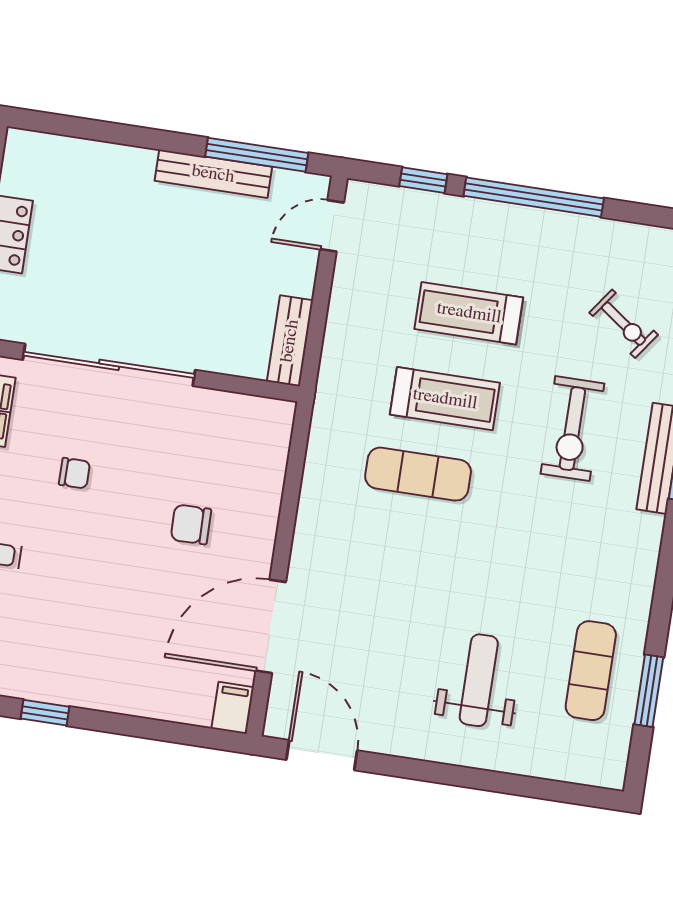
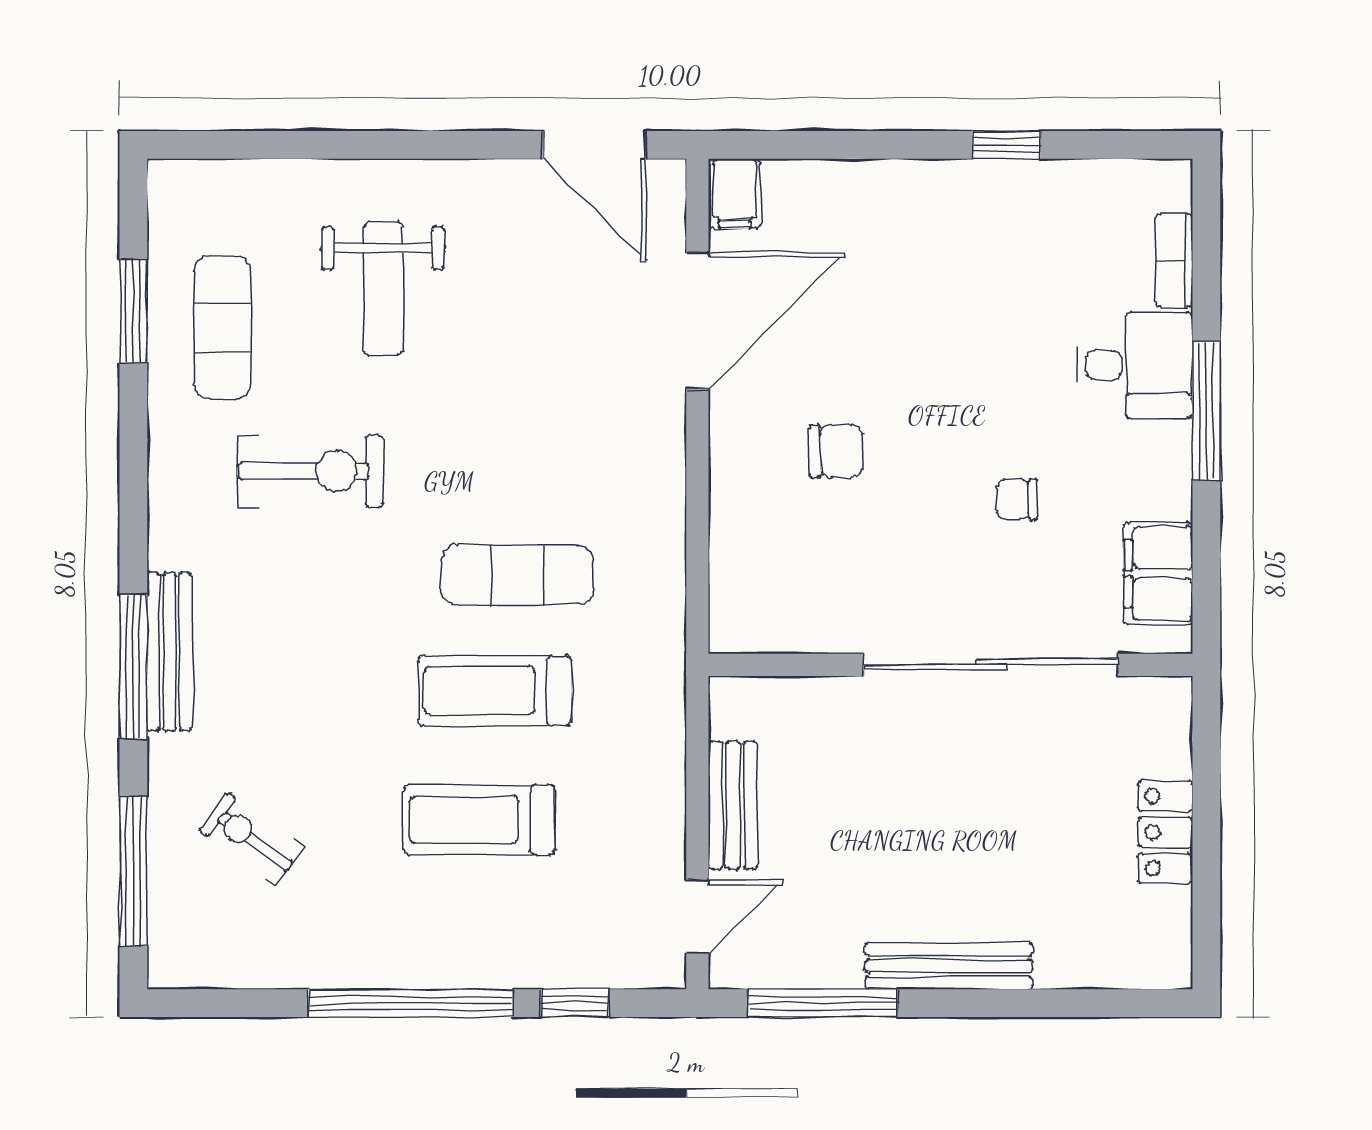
bench: (213, 174) -> (949, 966), moved
treadmill: (469, 313) -> (479, 820), turned 180
bench: (290, 341) -> (733, 805), moved
exercise bike: (572, 429) -> (310, 471), moved, turned 90

